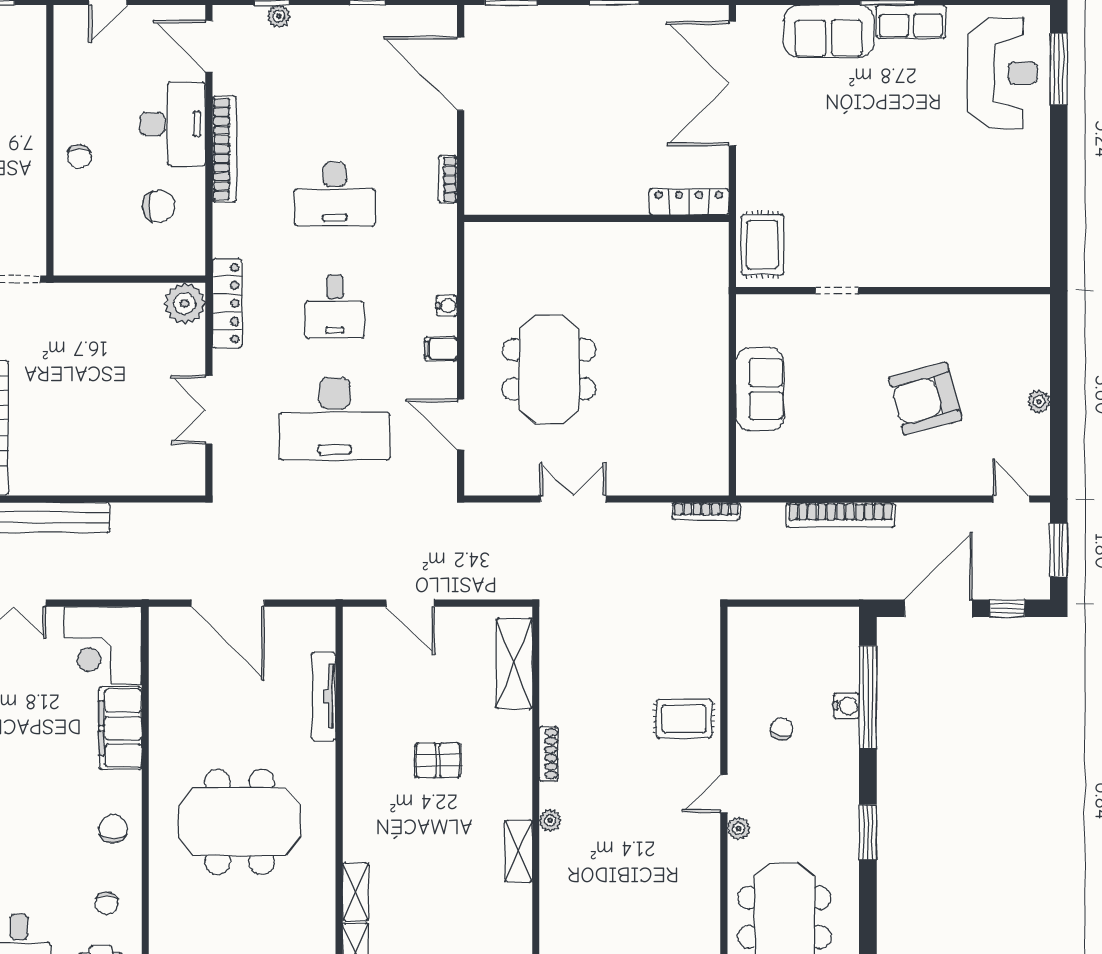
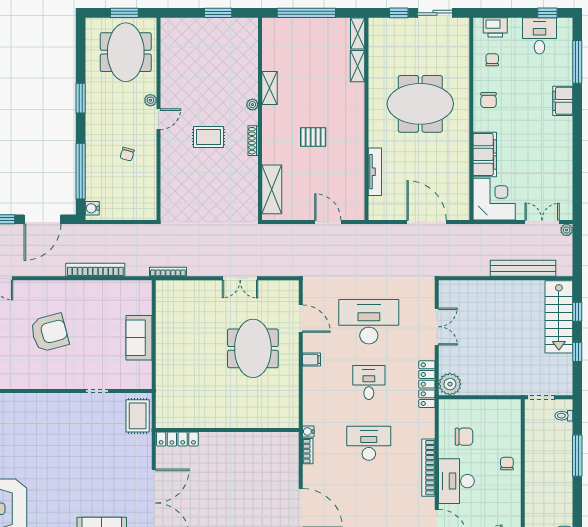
chair: (159, 206) -> (464, 437), turned 180
water cooler: (447, 306) -> (308, 431), moved
water cooler: (846, 706) -> (92, 208), moved
rug: (684, 719) -> (209, 137), moved

